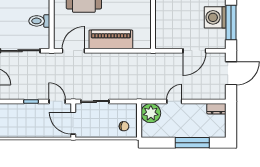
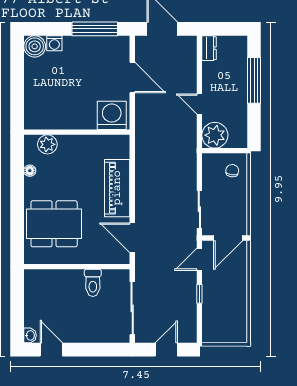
washing machine: (215, 17) -> (112, 115), moved, turned 180

